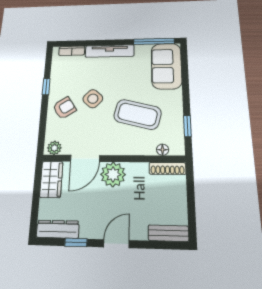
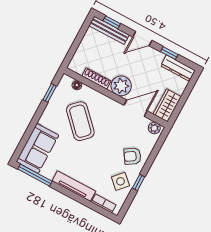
side table: (93, 99) -> (120, 181), moved
coffee table: (137, 114) -> (80, 121), turned 32
shoe rack: (167, 168) -> (96, 79), moved
bench: (168, 233) -> (109, 30), width x1.36
window: (163, 245) -> (112, 22), added

